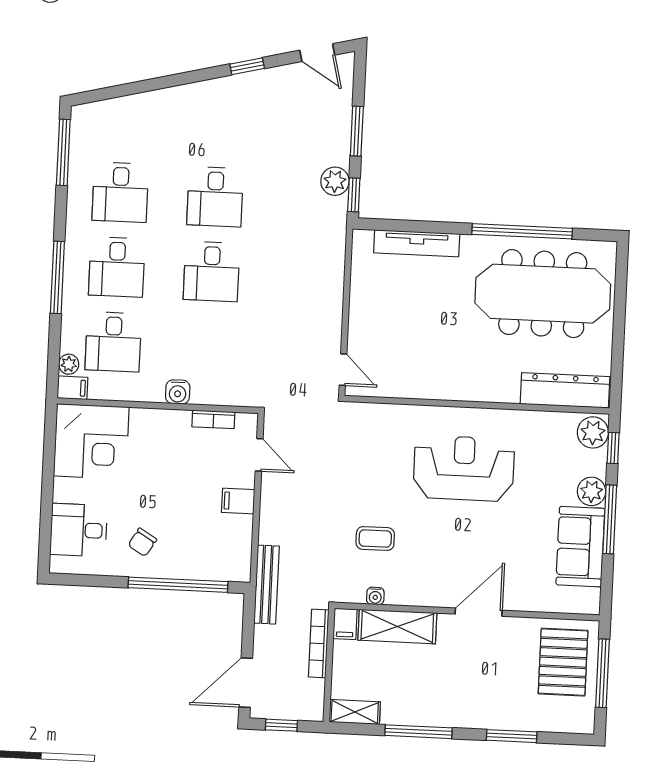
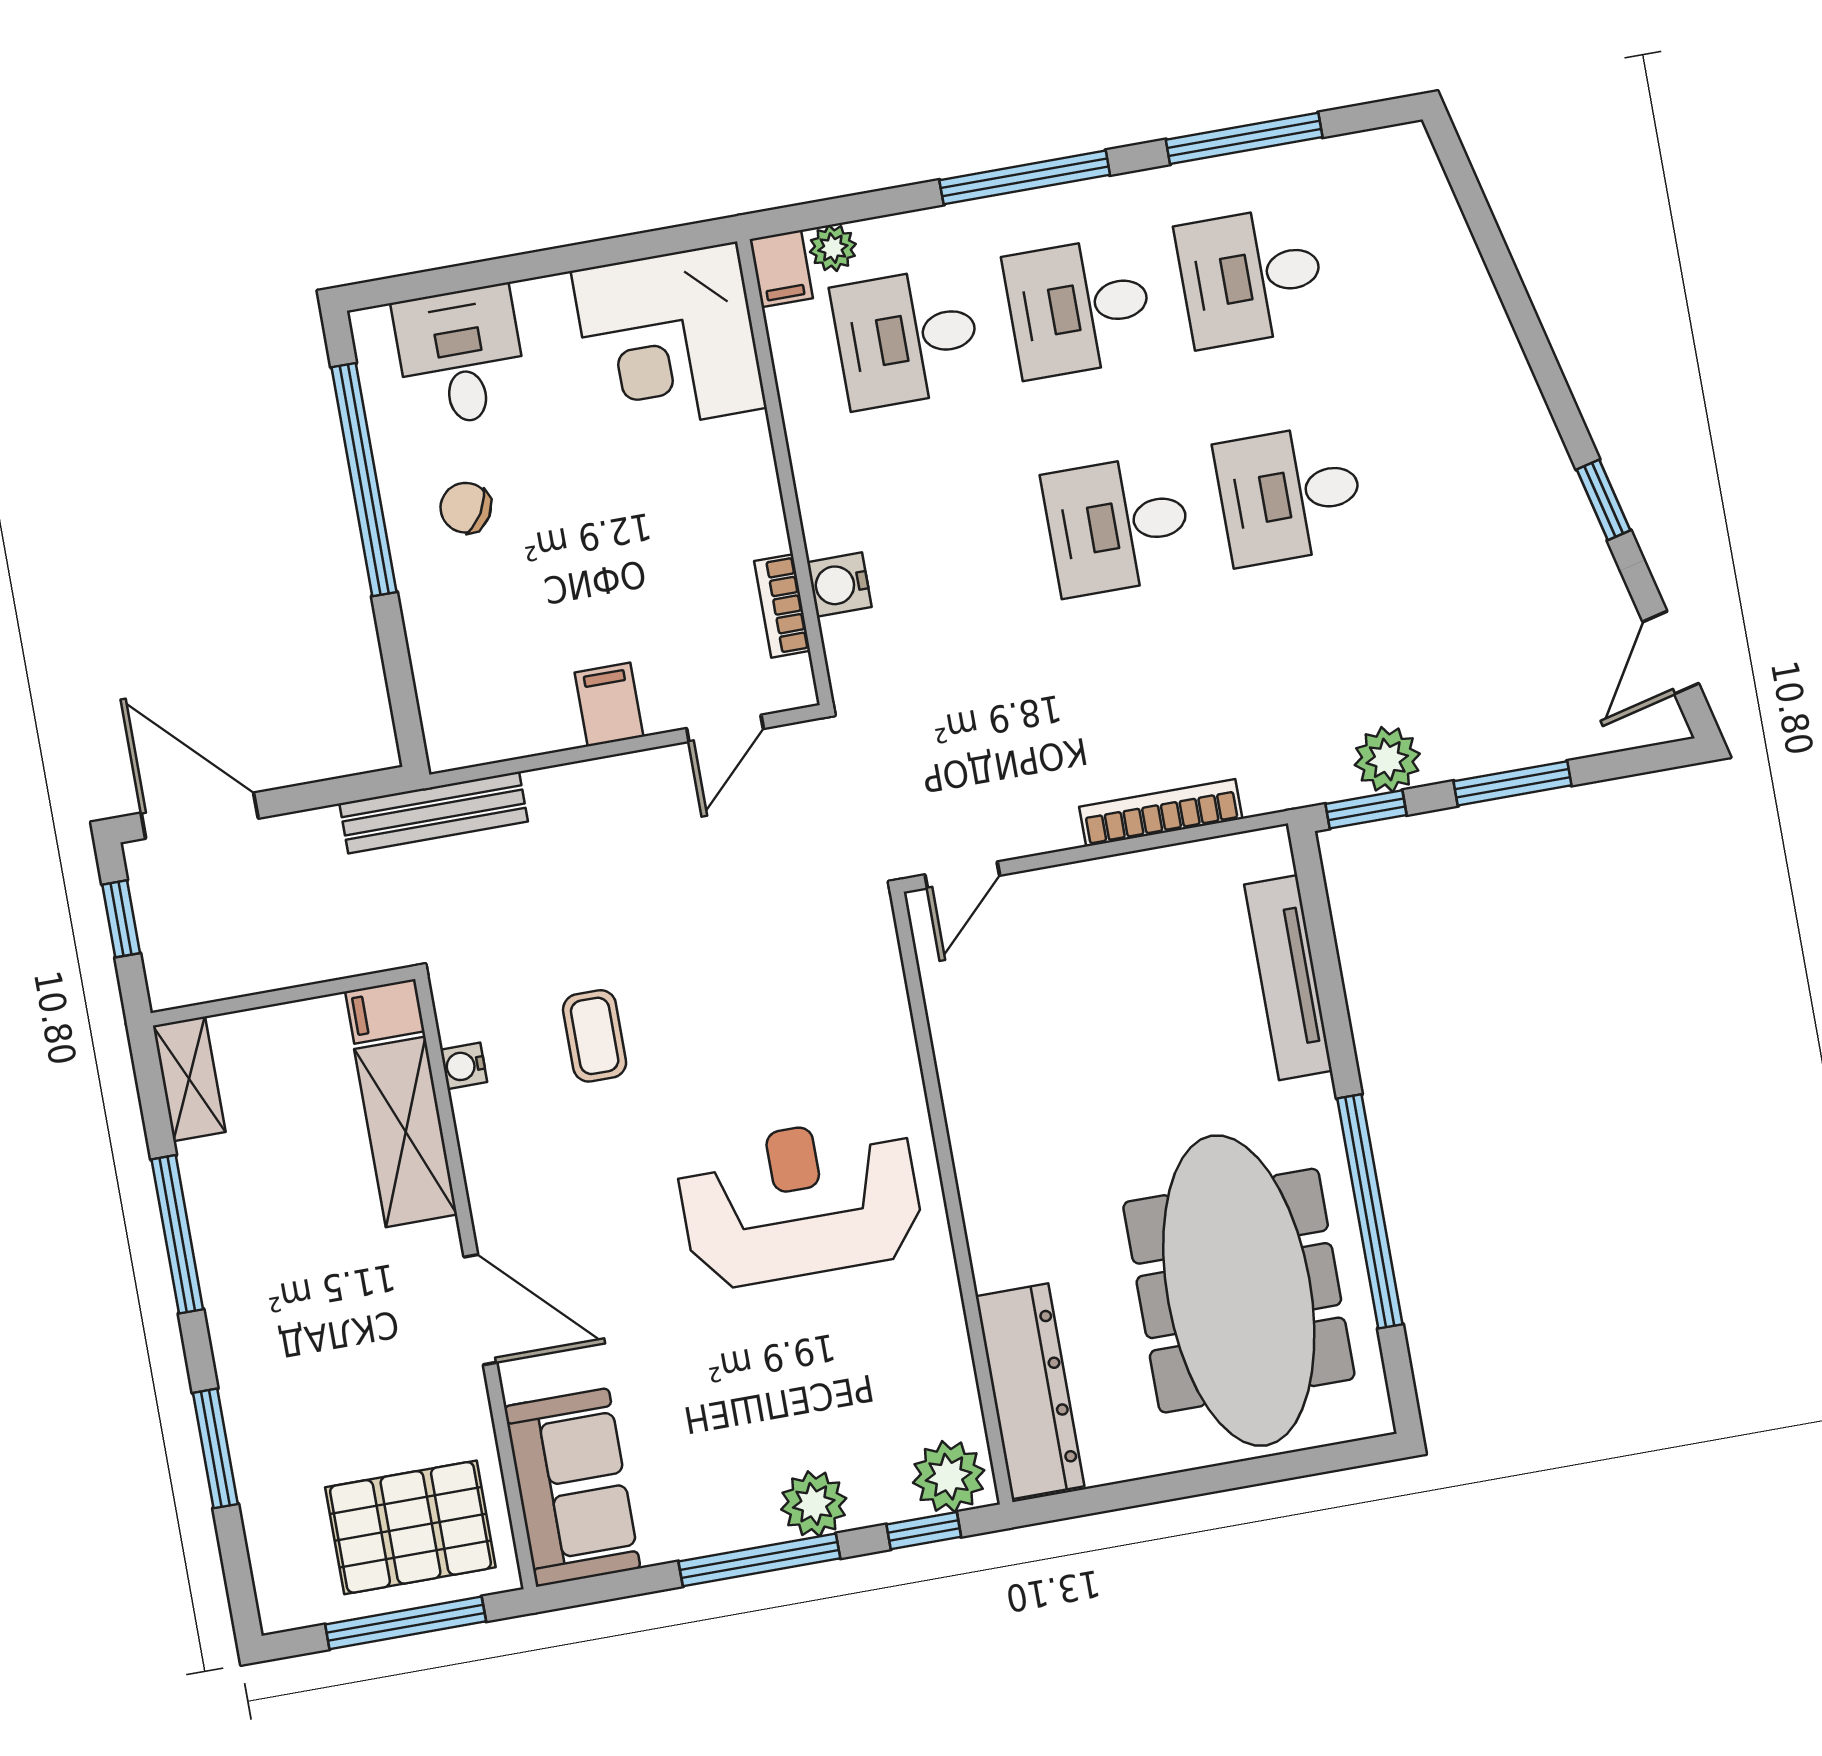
window: (63, 152) -> (1244, 138), moved
water cooler: (178, 392) -> (839, 585), moved
reception desk: (464, 468) -> (800, 1201), turned -90
sofa: (580, 547) -> (572, 1487), moved, turned 90
window: (178, 585) -> (364, 480), moved
bookcase: (319, 643) -> (1161, 813), moved

